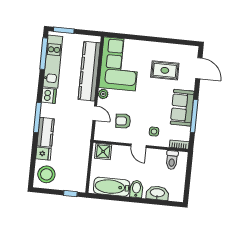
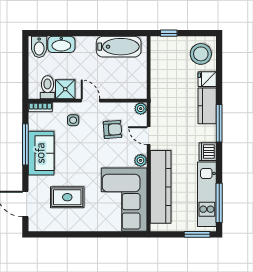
plant: (99, 135) -> (141, 109), added
shower: (103, 151) -> (65, 89), moved
bidet: (136, 189) -> (39, 47), moved

